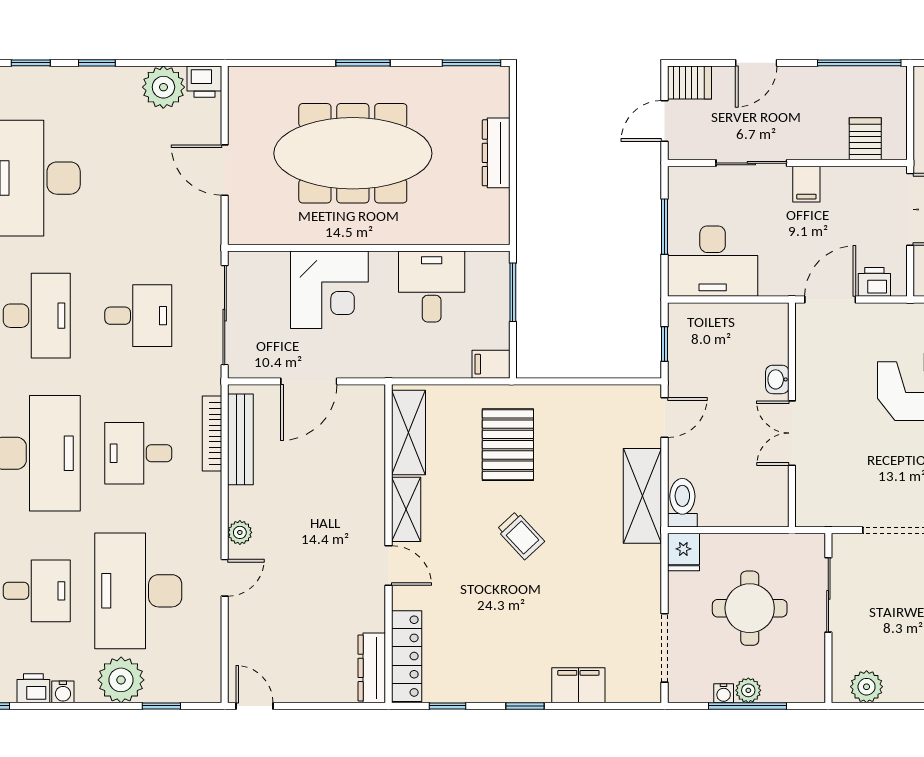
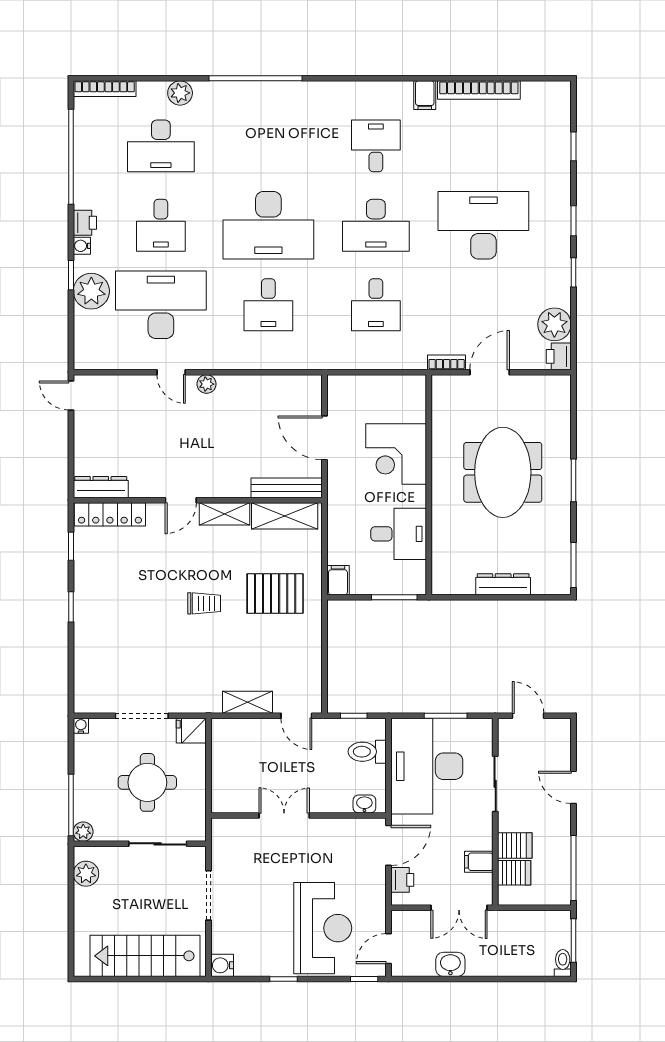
server rack: (689, 82) -> (515, 845), moved, turned -90
meeting table: (353, 153) -> (503, 472), width x0.73
filing cabinet: (806, 184) -> (479, 862), moved
desk: (713, 261) -> (427, 766), width x1.36, depth x1.30
door: (830, 300) -> (389, 845), hinge flipped
sliding door: (225, 315) -> (376, 372), removed
washbasin: (777, 379) -> (364, 804), moved
bookcase: (212, 433) -> (447, 362), moved, width x0.64
bench: (240, 439) -> (287, 488), moved
desk: (138, 453) -> (268, 305), turned 180
shelving: (642, 496) -> (248, 702), width x0.67, depth x0.75
toilet: (682, 503) -> (367, 752), moved, turned 180
trolley: (521, 535) -> (204, 603), turned -137
doorway: (665, 648) -> (142, 716), moved
filing cabinet: (578, 685) -> (87, 649), removed
plant: (748, 690) -> (83, 832), moved
water cooler: (724, 693) -> (81, 726), moved, turned 90
window: (161, 706) -> (71, 275), moved
door: (255, 706) -> (71, 396), swing flipped
window: (747, 706) -> (71, 805), moved

